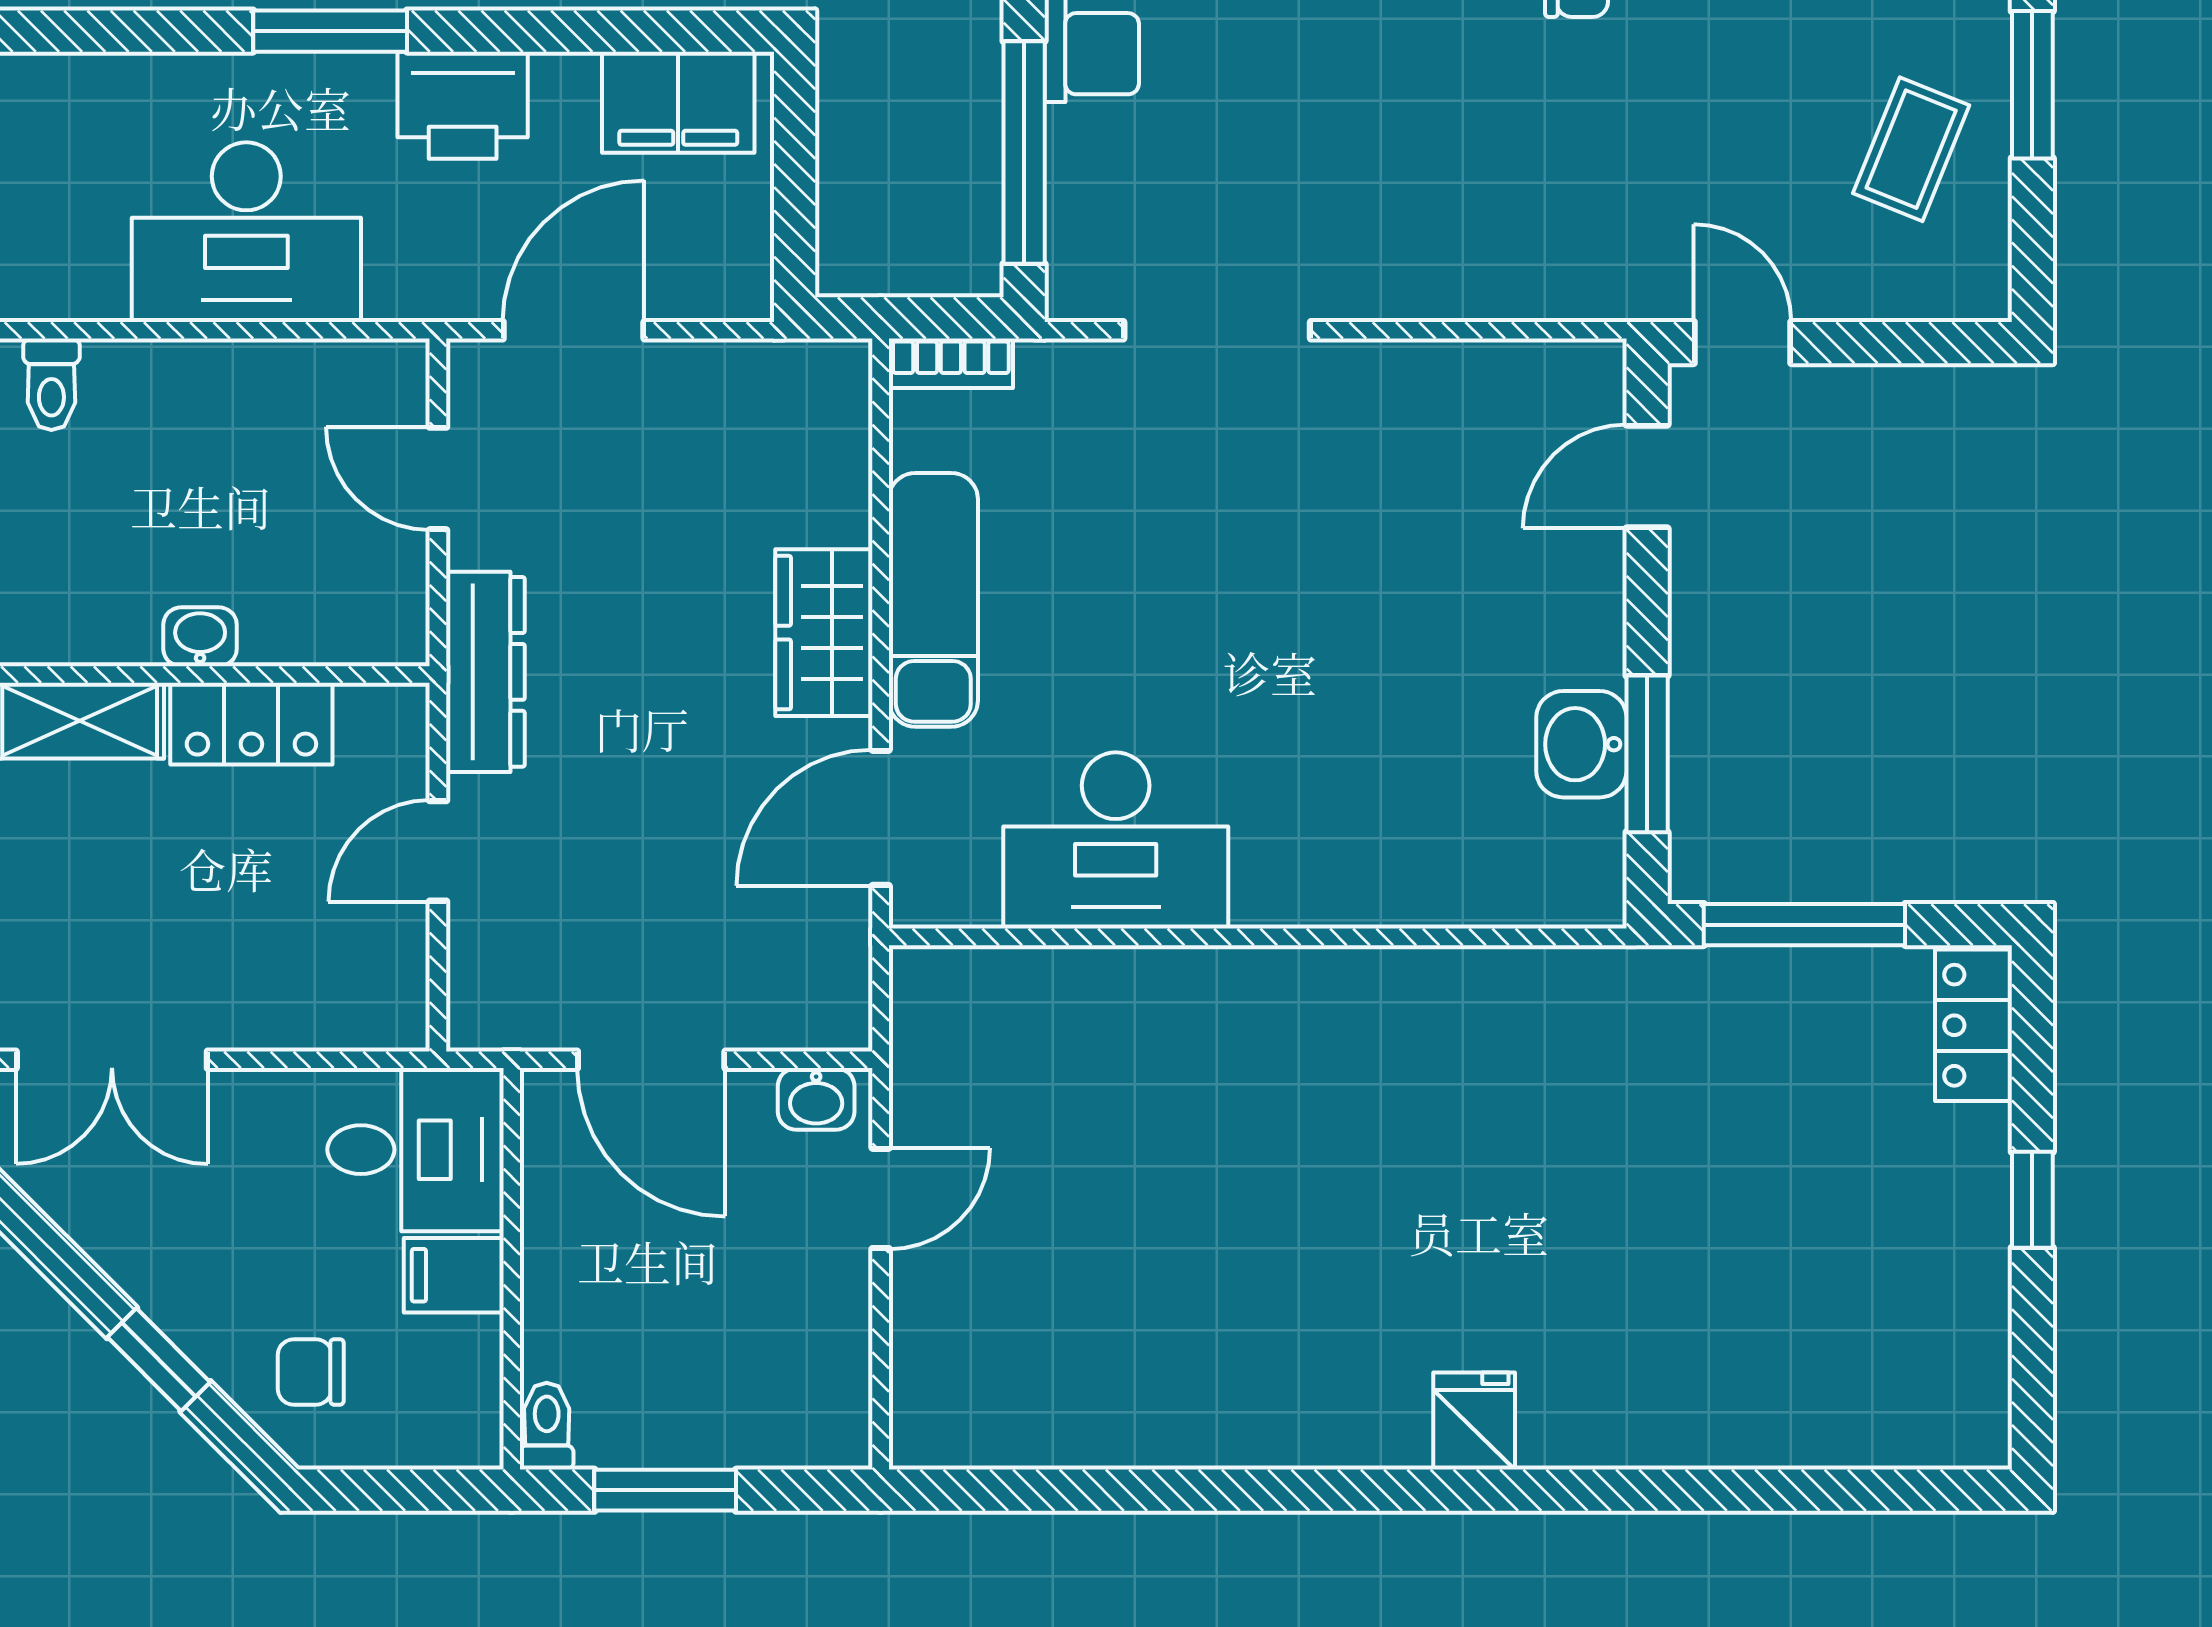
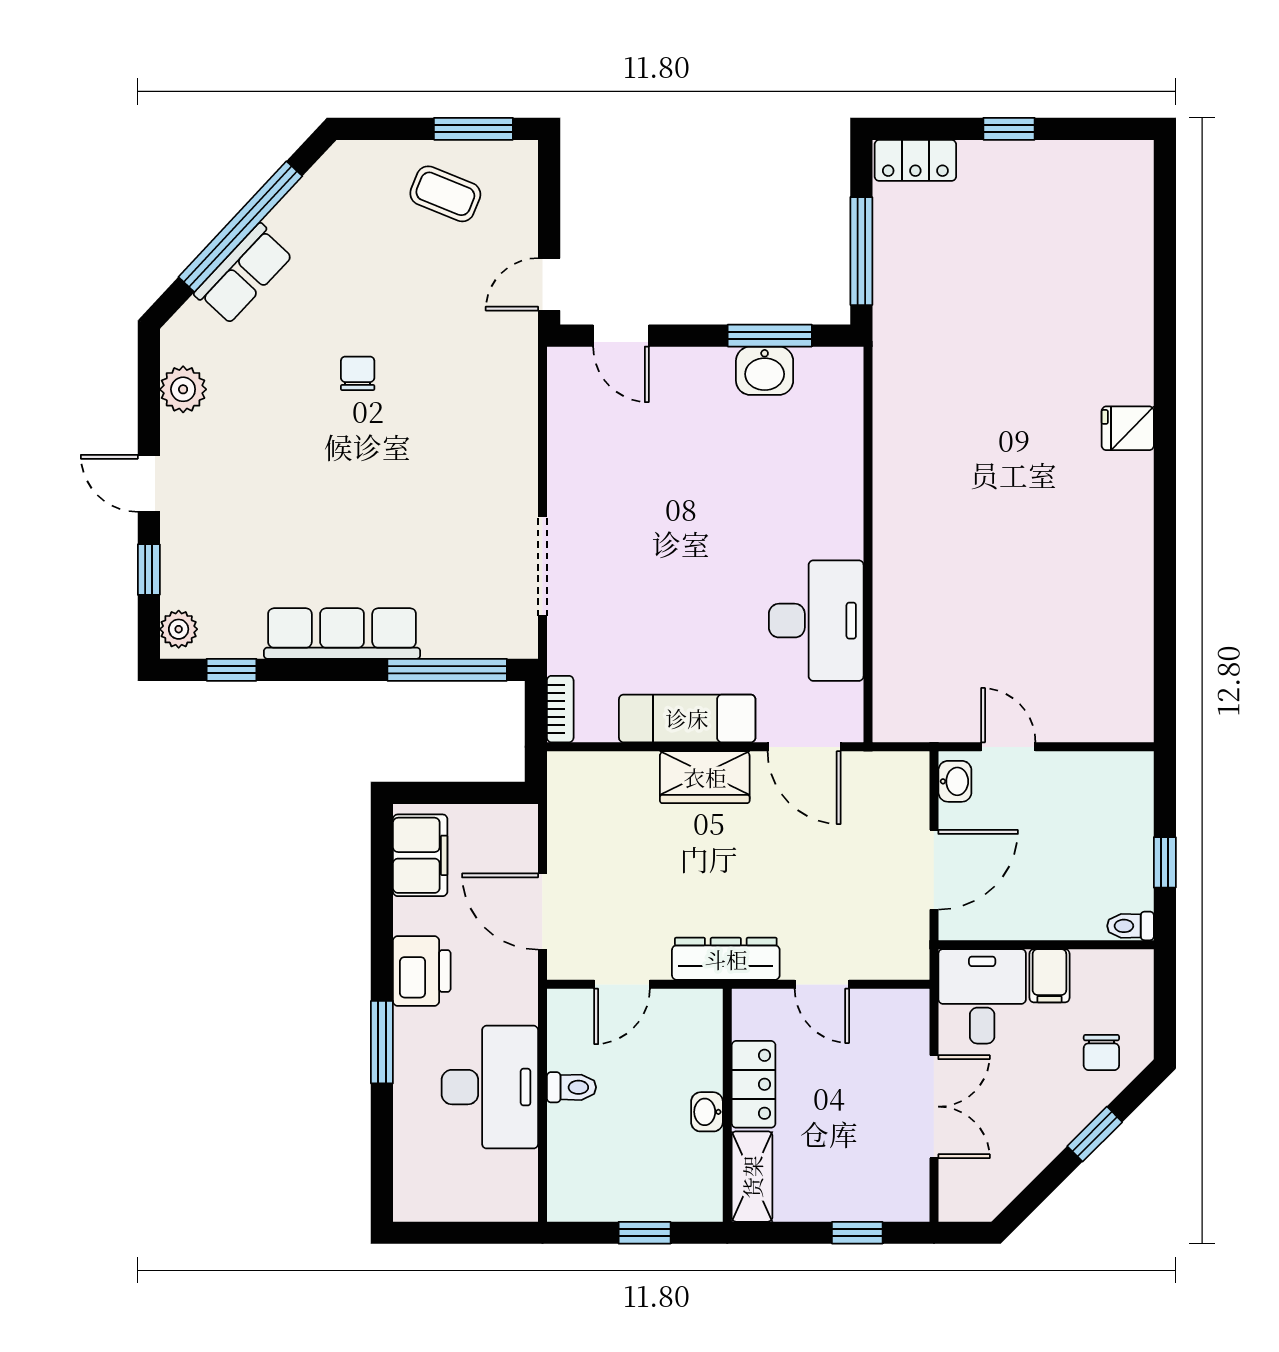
window: (2032, 85) -> (473, 129), moved
toilet: (51, 384) -> (571, 1087), moved
double door: (112, 1060) -> (934, 1107), moved
window: (665, 1490) -> (1165, 862), width x0.67

